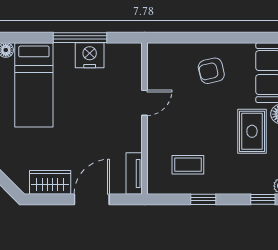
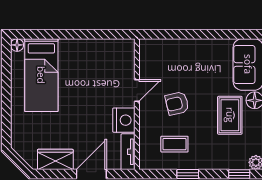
window: (80, 38) -> (81, 34), removed
nightstand: (90, 55) -> (124, 120), moved, turned 90
armchair: (211, 71) -> (177, 103), moved

